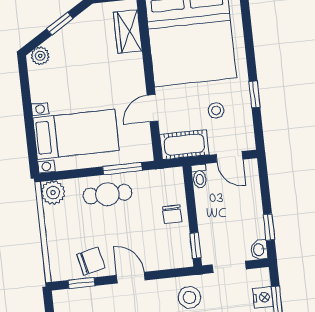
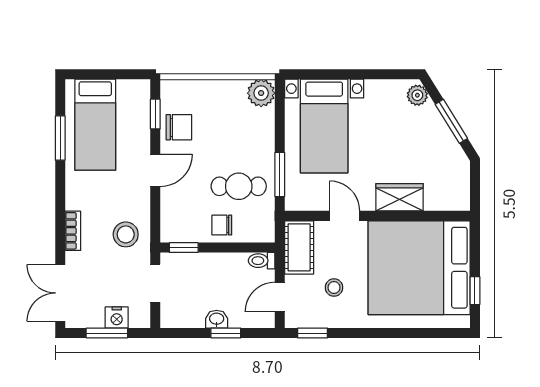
window: (60, 24) -> (451, 121), width x1.50
wardrobe: (128, 32) -> (400, 197), moved
window: (255, 94) -> (313, 333), moved
cafe table: (107, 194) -> (239, 186), moved, turned 90
window: (269, 227) -> (226, 333), moved
washbasin: (259, 250) -> (217, 319), moved
chair: (91, 261) -> (179, 127), turned -77

